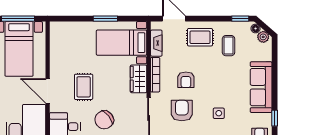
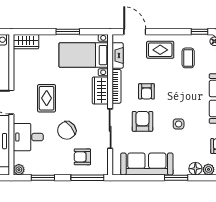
wardrobe: (63, 29) -> (26, 42), added

